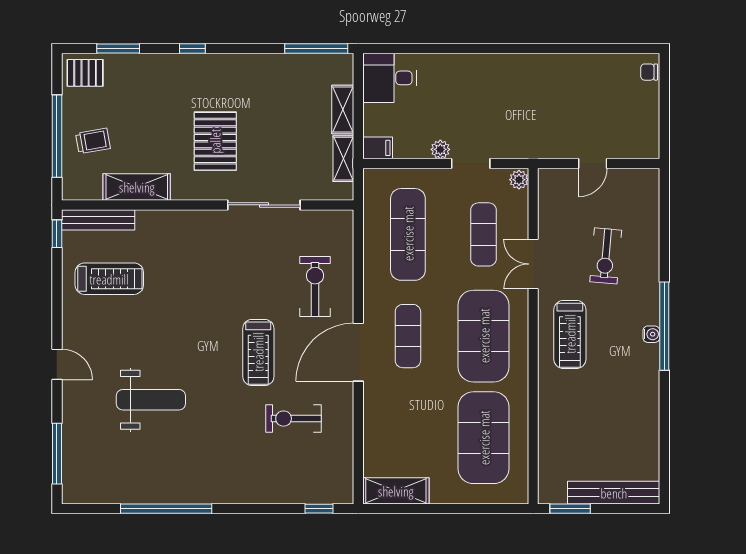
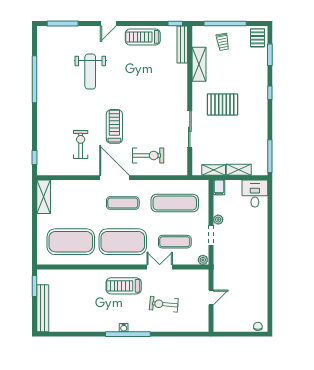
door: (593, 164) -> (211, 298), swing flipped
treadmill: (109, 279) -> (143, 37), moved, turned 90
treadmill: (258, 352) -> (114, 126), turned 90

